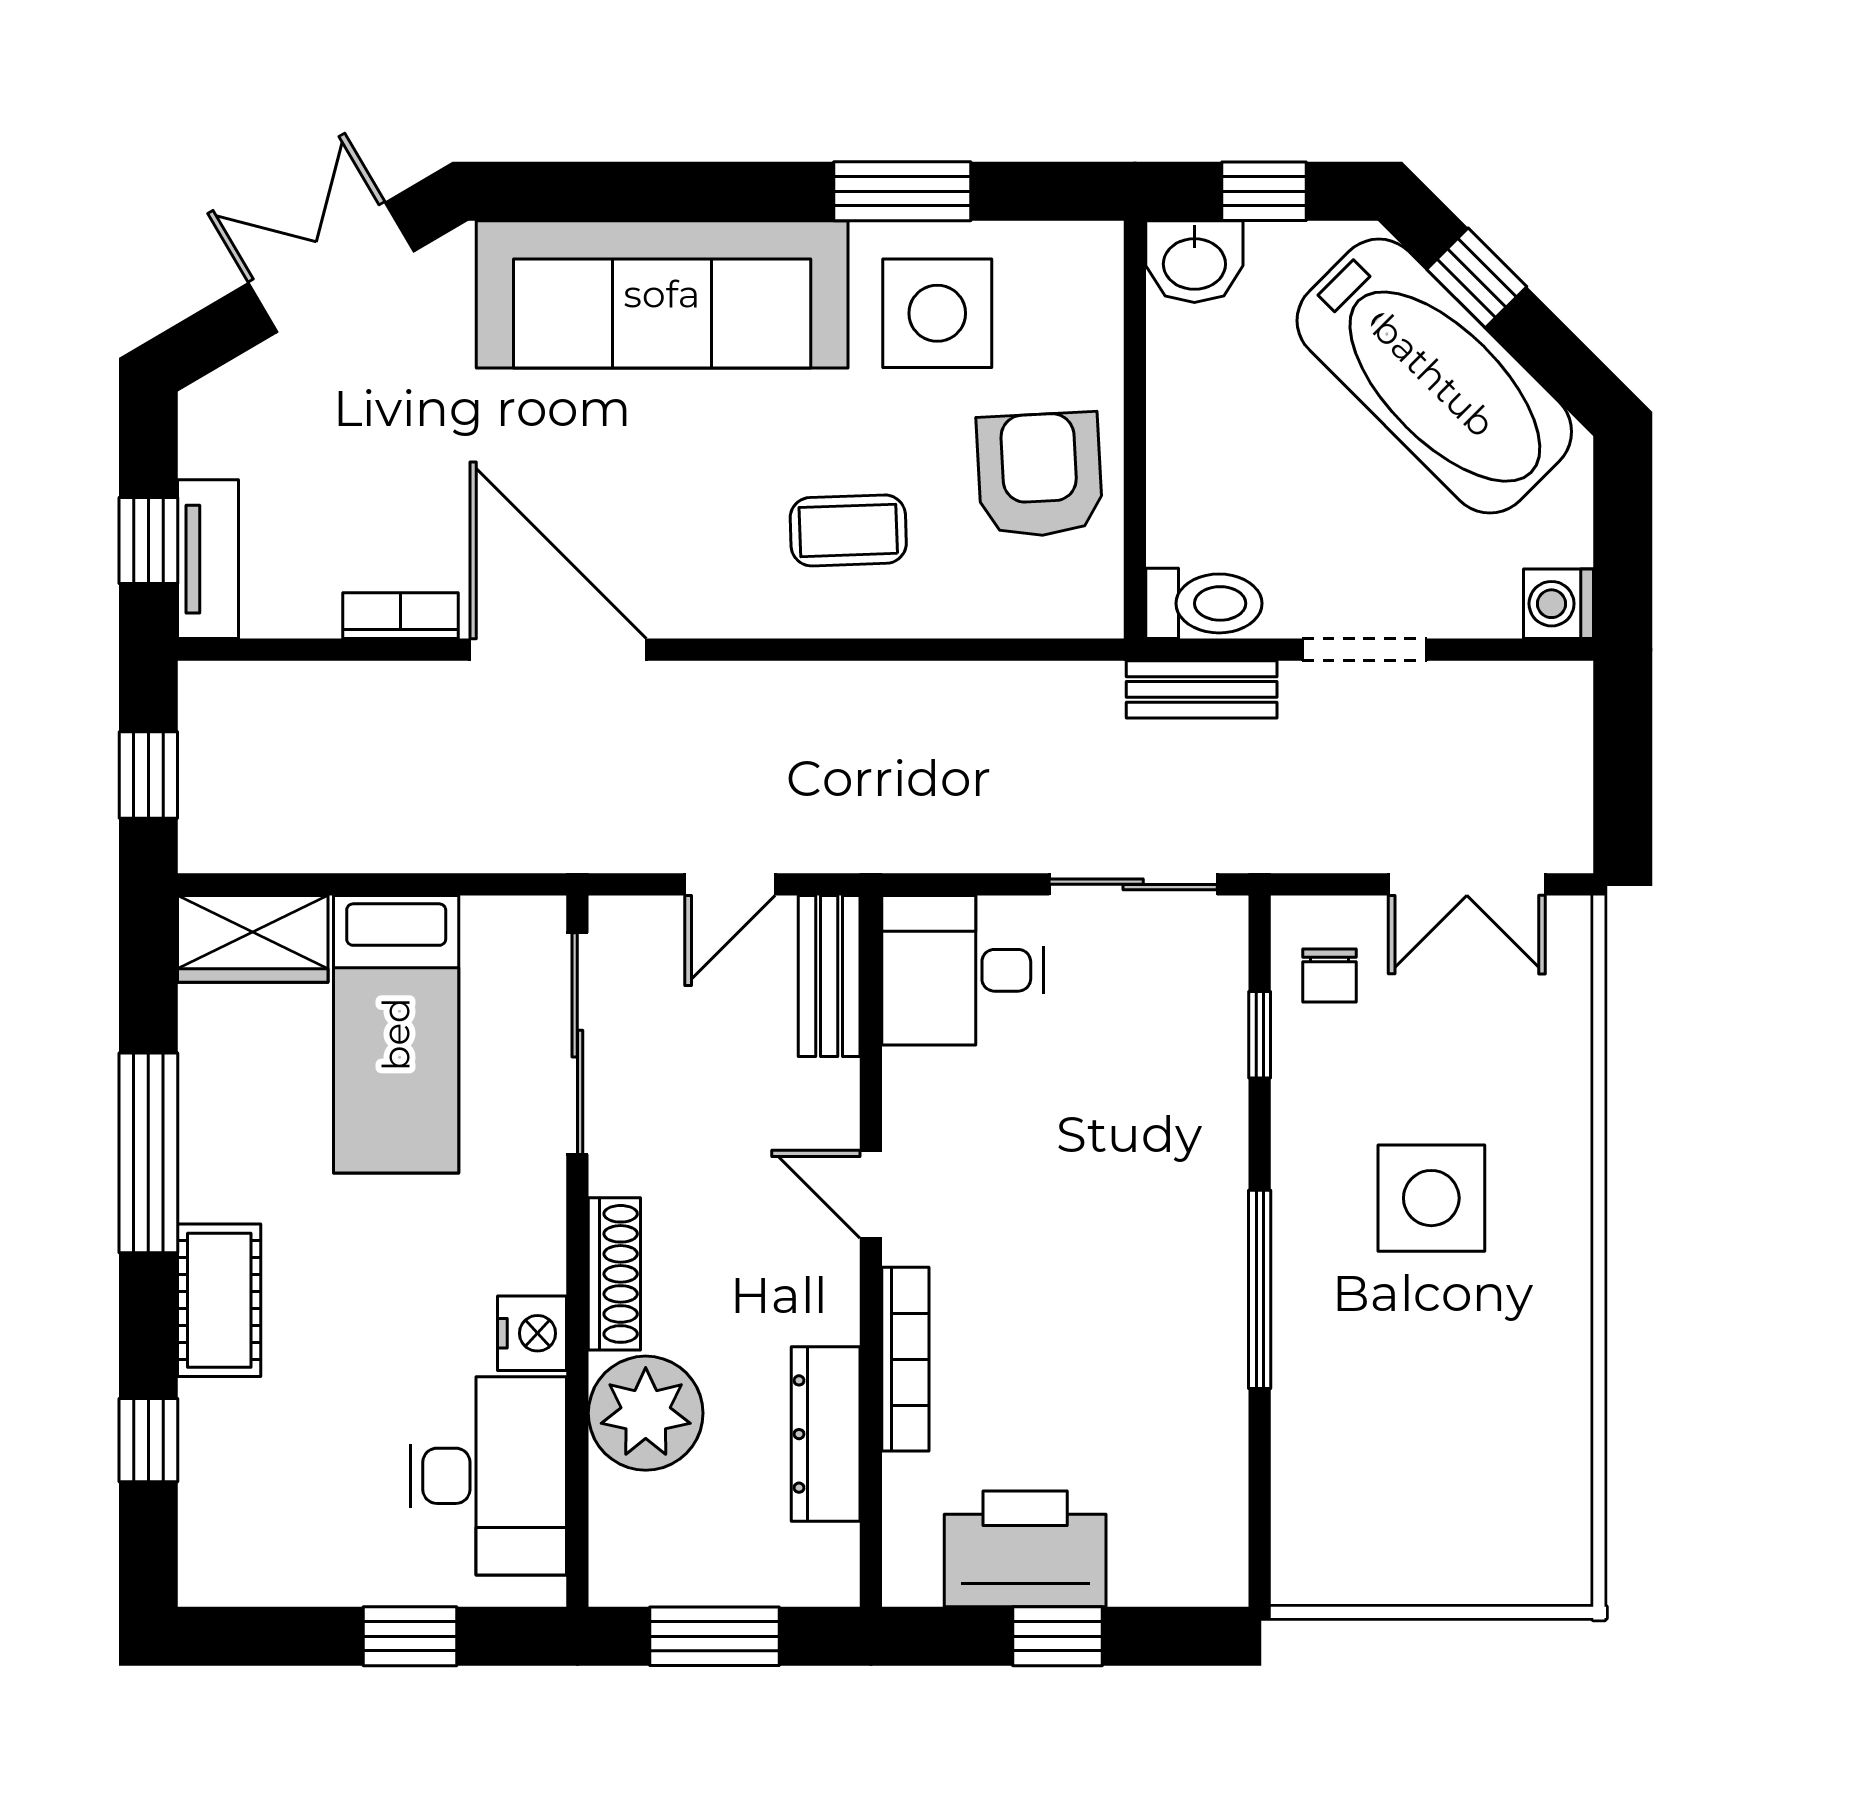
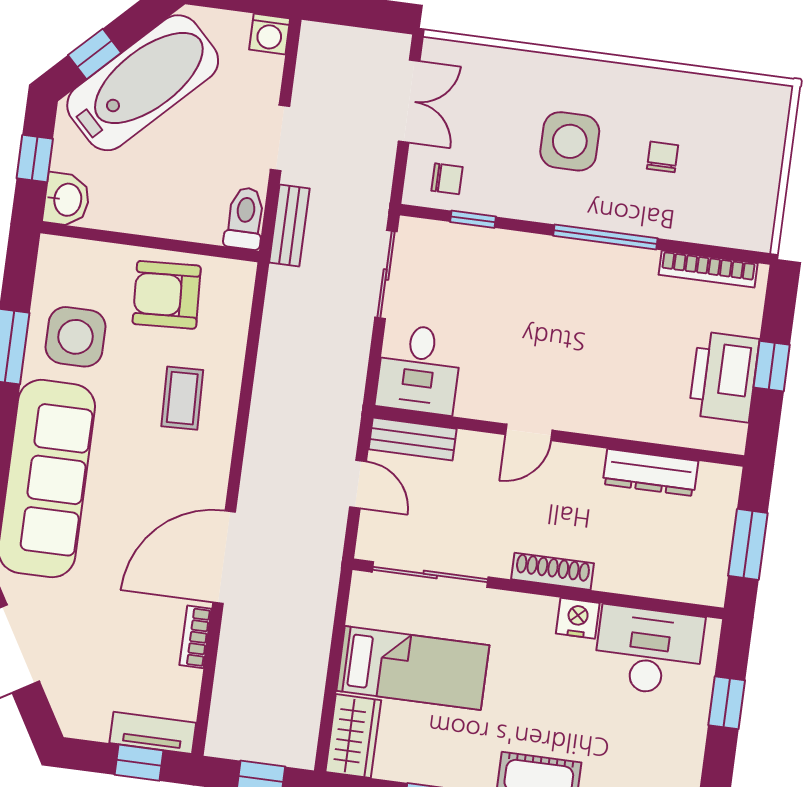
bookcase: (905, 1359) -> (708, 269), moved, turned 180
chair: (1425, 1377) -> (663, 157), added
plant: (646, 1413) -> (627, 565), removed

